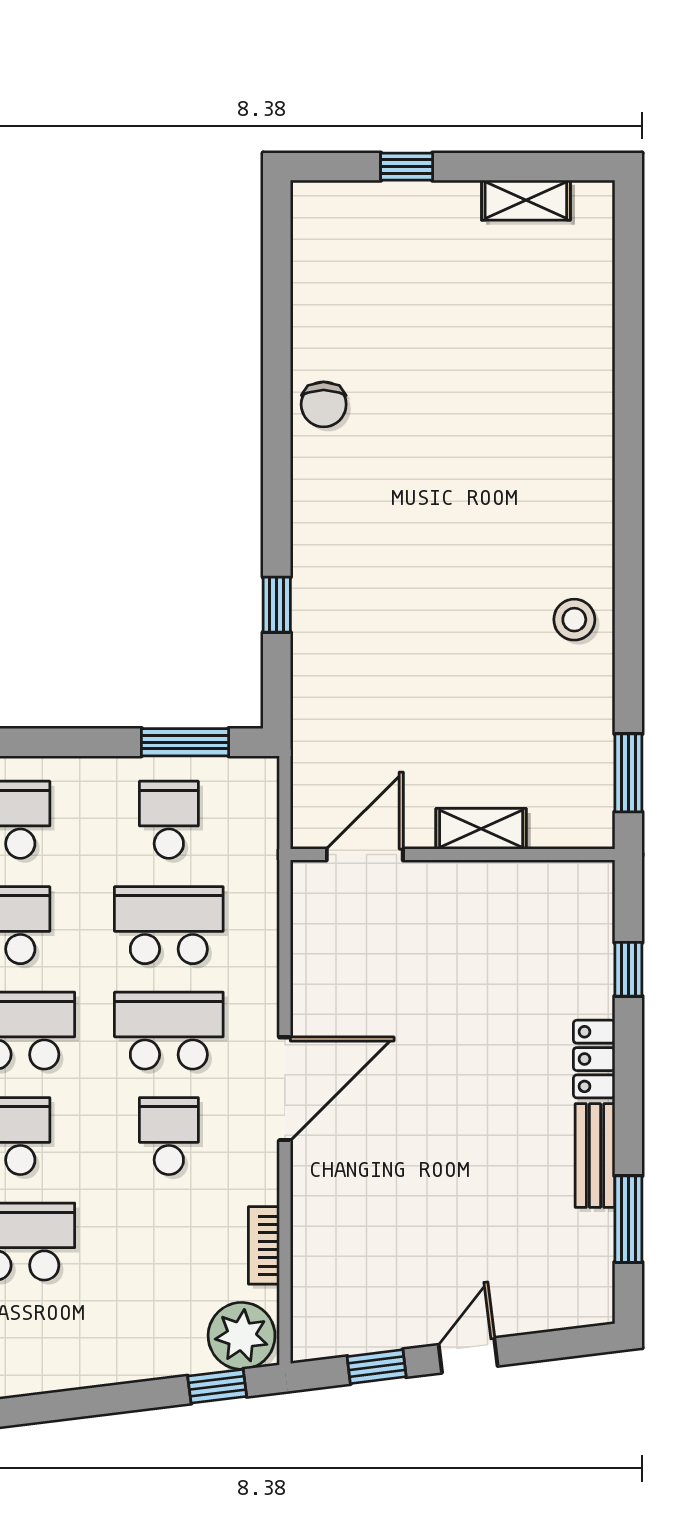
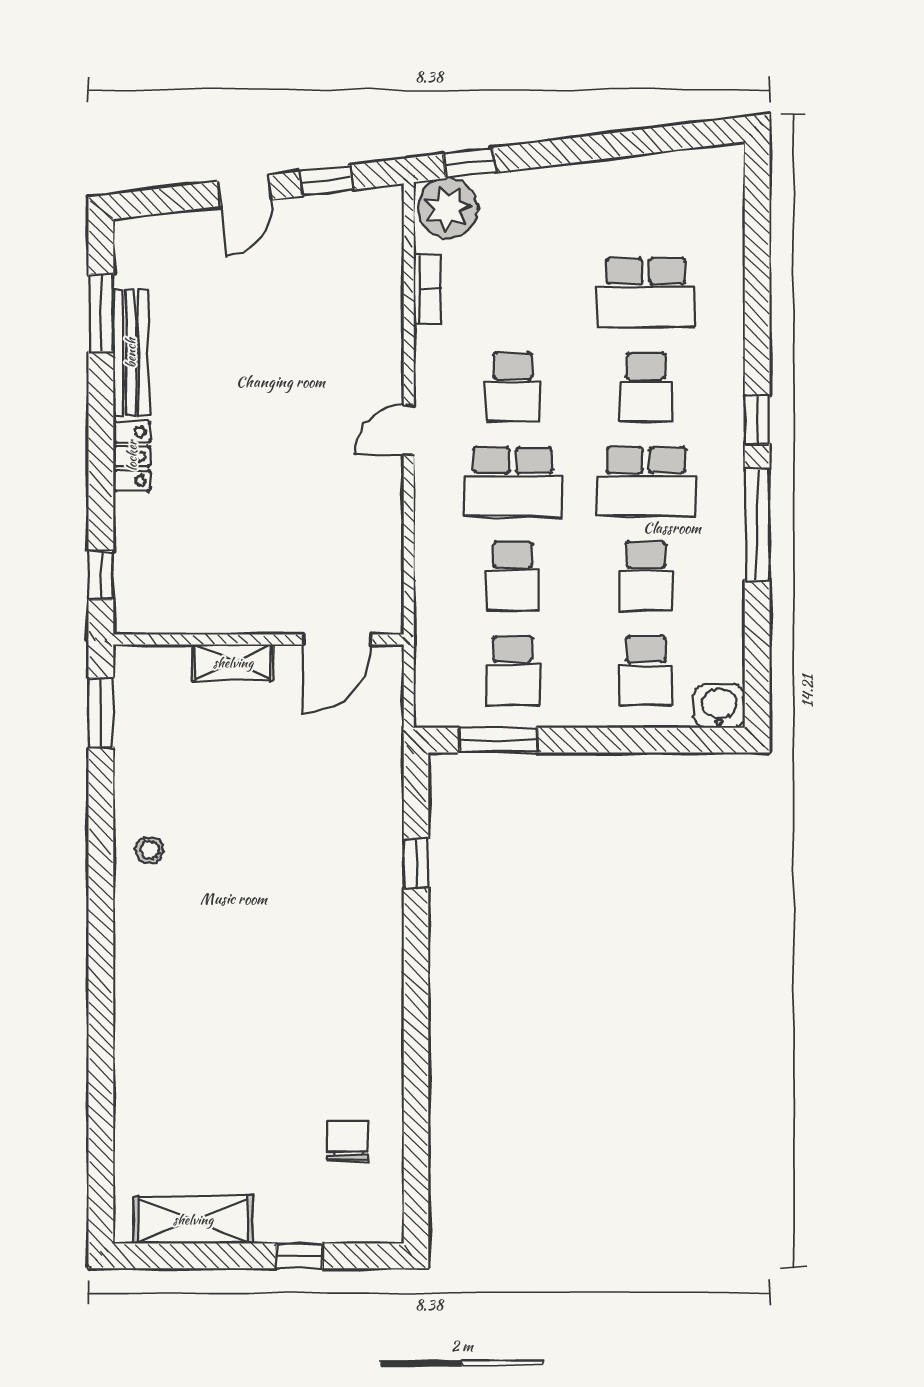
shelving: (526, 200) -> (193, 1220), width x1.50, depth x1.33
chair: (324, 404) -> (348, 1141), moved
stool: (574, 620) -> (149, 850), width x0.73, depth x0.73
school desk: (169, 925) -> (513, 576), width x0.54
window: (628, 969) -> (101, 575), moved
door: (285, 1089) -> (409, 429), width x0.53
bench: (595, 1156) -> (131, 353), width x1.36

